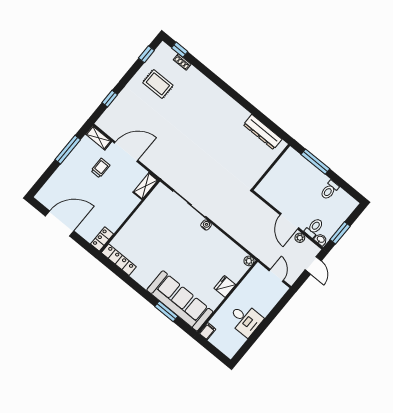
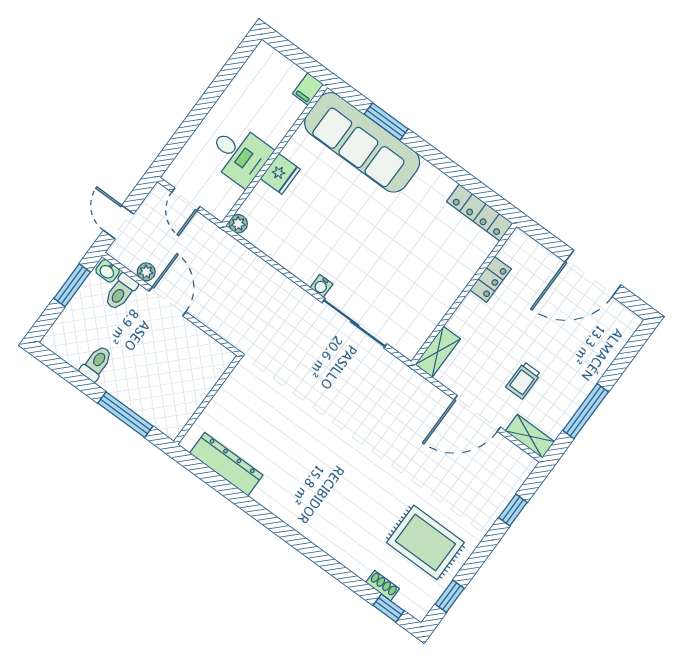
rug: (158, 84) -> (425, 542), width x1.36, depth x1.43
locker: (102, 239) -> (491, 279), moved
desk: (245, 320) -> (239, 154), moved, turned 180

